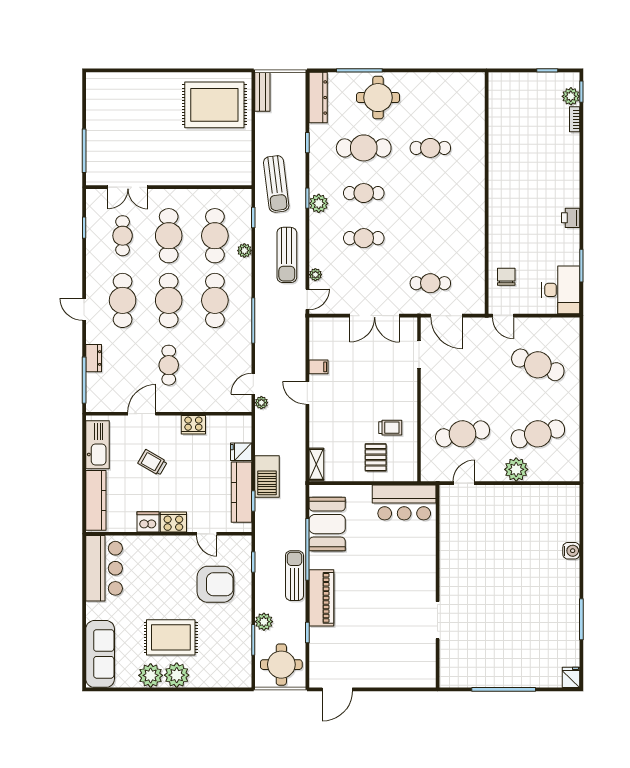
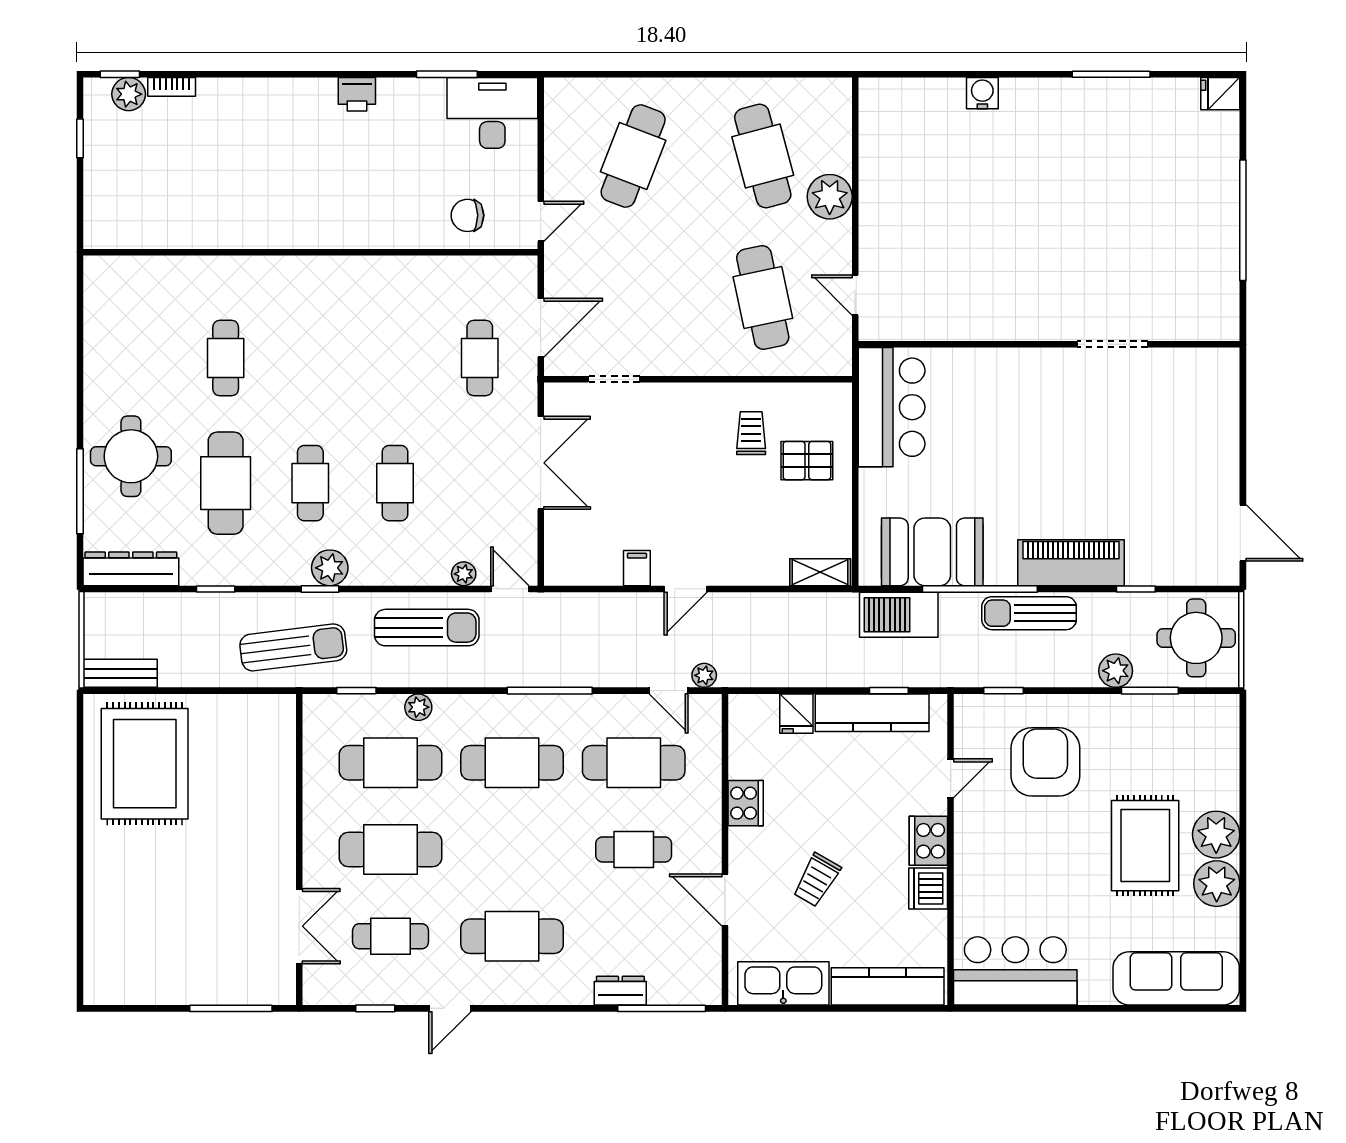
cafe table: (169, 300) -> (634, 763), moved
door: (84, 309) -> (450, 1008), moved
barbecue: (267, 477) -> (899, 615), moved, turned 180

